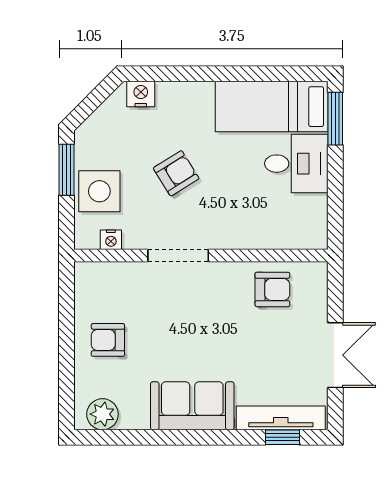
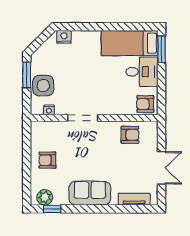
armchair: (176, 173) -> (145, 104), moved, turned -148
tv unit: (281, 418) -> (134, 199), width x0.71
window: (282, 437) -> (52, 209), moved

